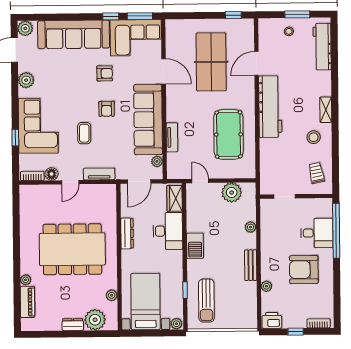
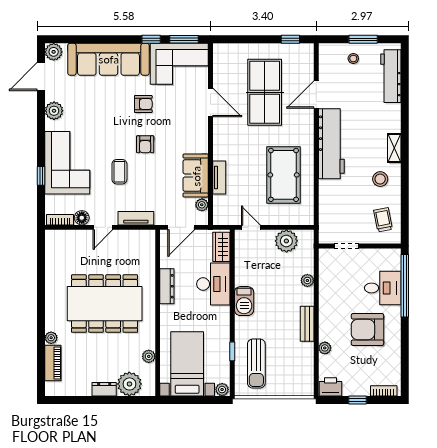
sofa: (148, 120) -> (196, 176), width x0.54, depth x0.79

